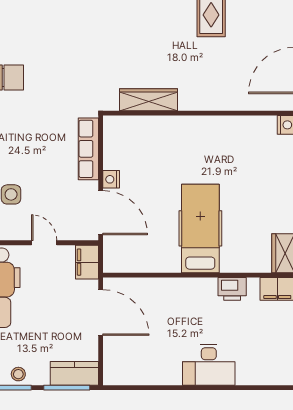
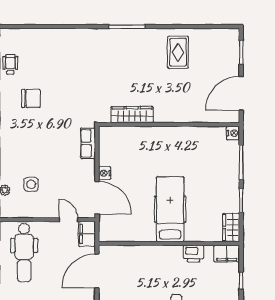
row of seats: (88, 149) -> (88, 143), width x0.68
door: (44, 243) -> (69, 220), moved
door: (101, 313) -> (97, 271), swing flipped

